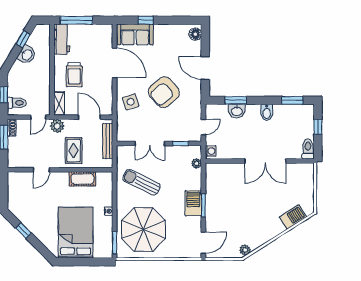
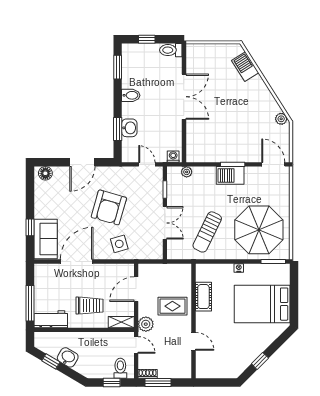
armchair: (164, 92) -> (109, 207), turned 57
bench: (108, 141) -> (162, 269), removed

